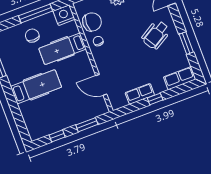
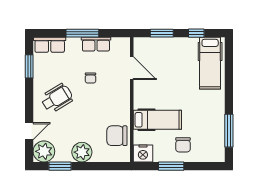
window: (36, 13) -> (171, 166), width x0.69
chair: (98, 41) -> (90, 78), moved
window: (186, 43) -> (29, 66), moved
hospital bed: (36, 87) -> (210, 63), moved, turned -90
window: (155, 99) -> (82, 33), width x2.17

